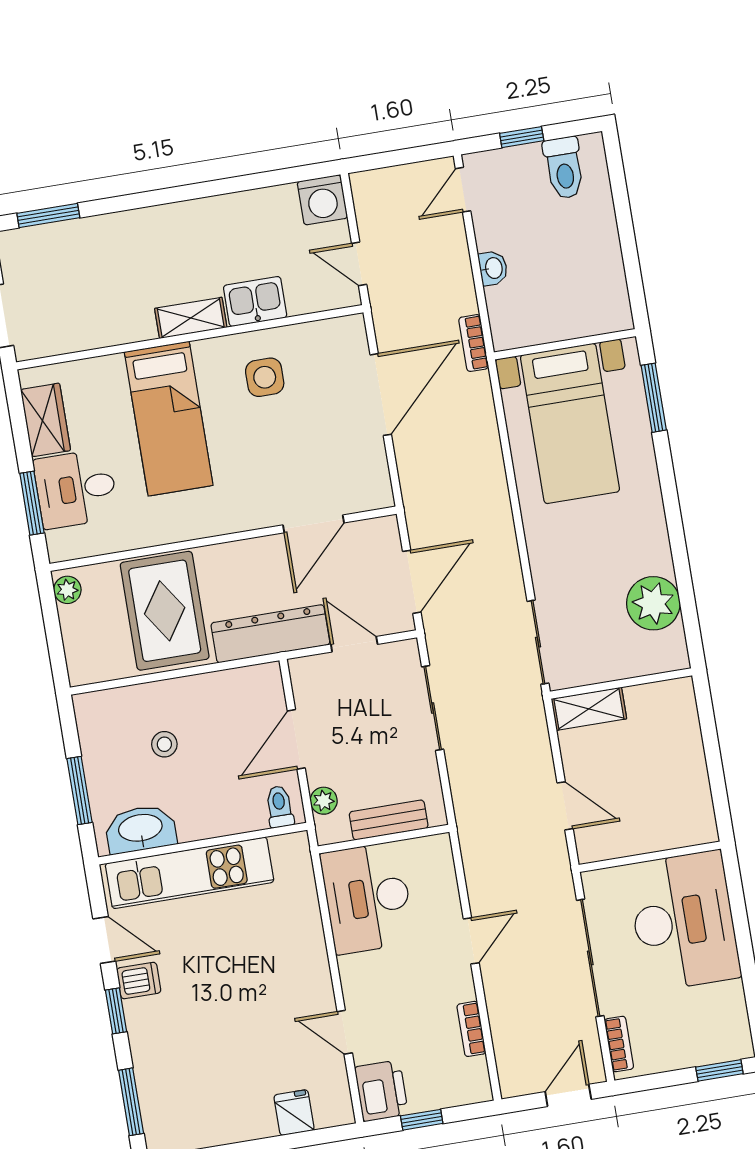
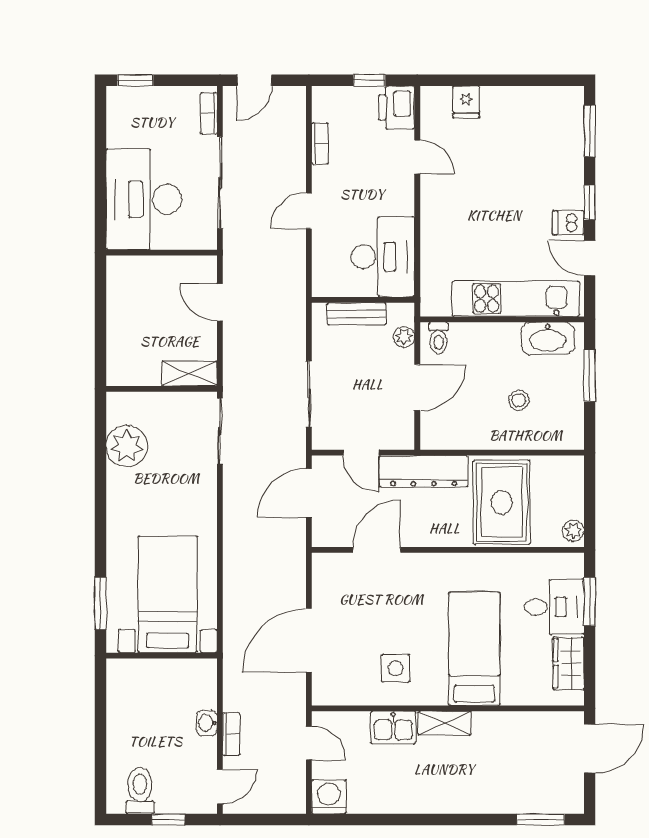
bookcase: (474, 343) -> (231, 734), moved

